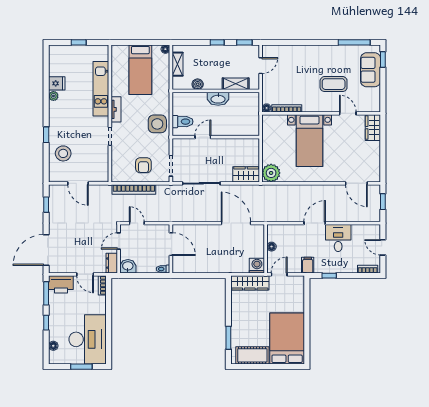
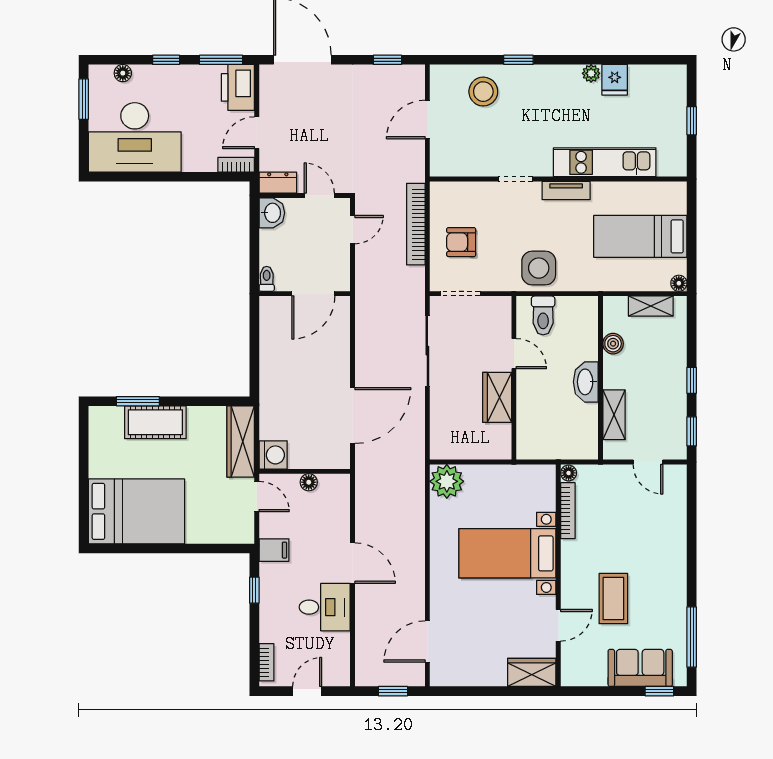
wardrobe: (246, 174) -> (497, 397), moved, turned 180
cot: (252, 355) -> (155, 422), moved, turned 90
window: (81, 367) -> (84, 99), moved

